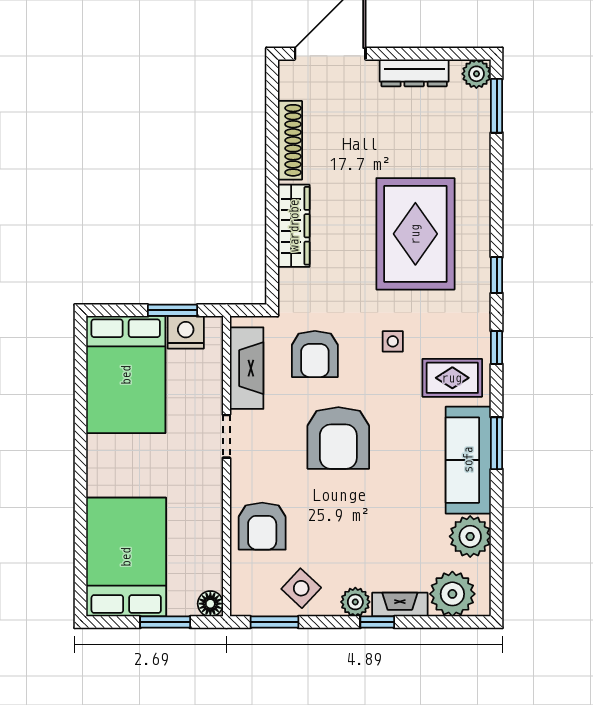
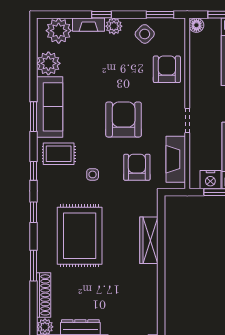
window: (497, 106) -> (33, 266), moved
shoe rack: (290, 140) -> (44, 295), moved, turned 180

